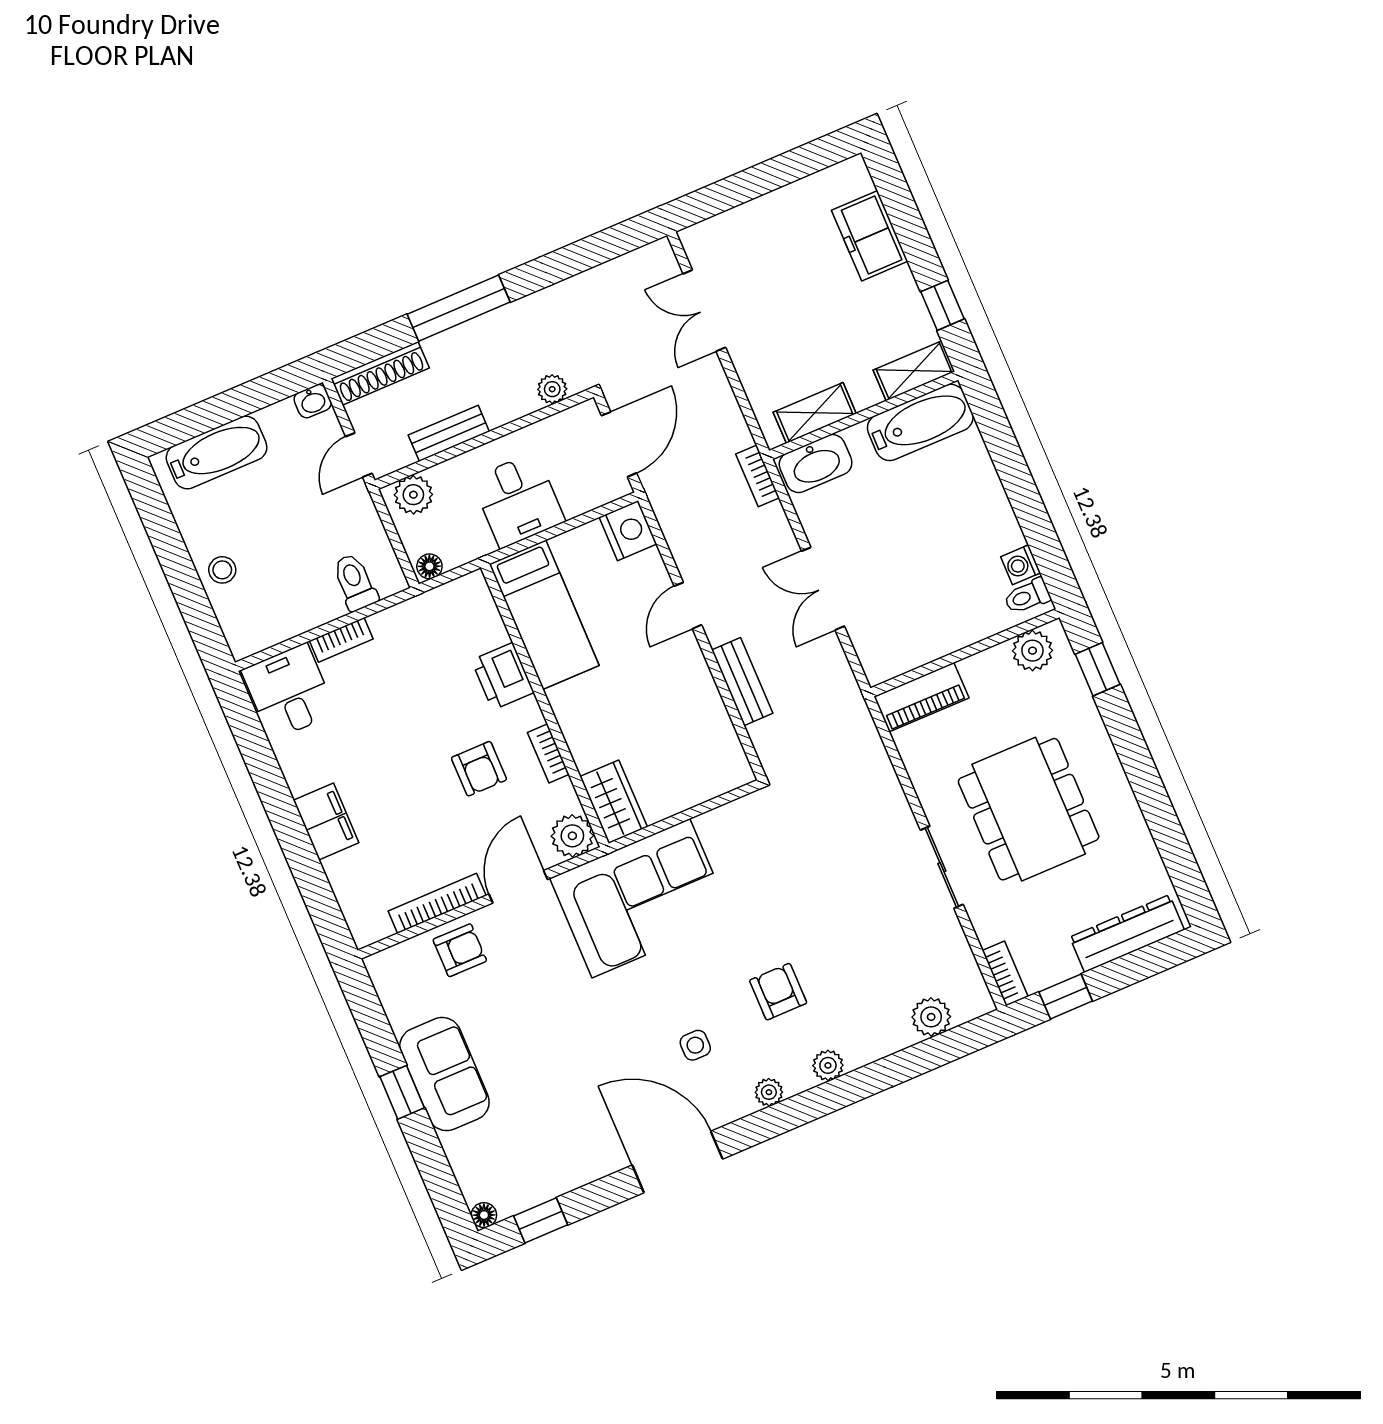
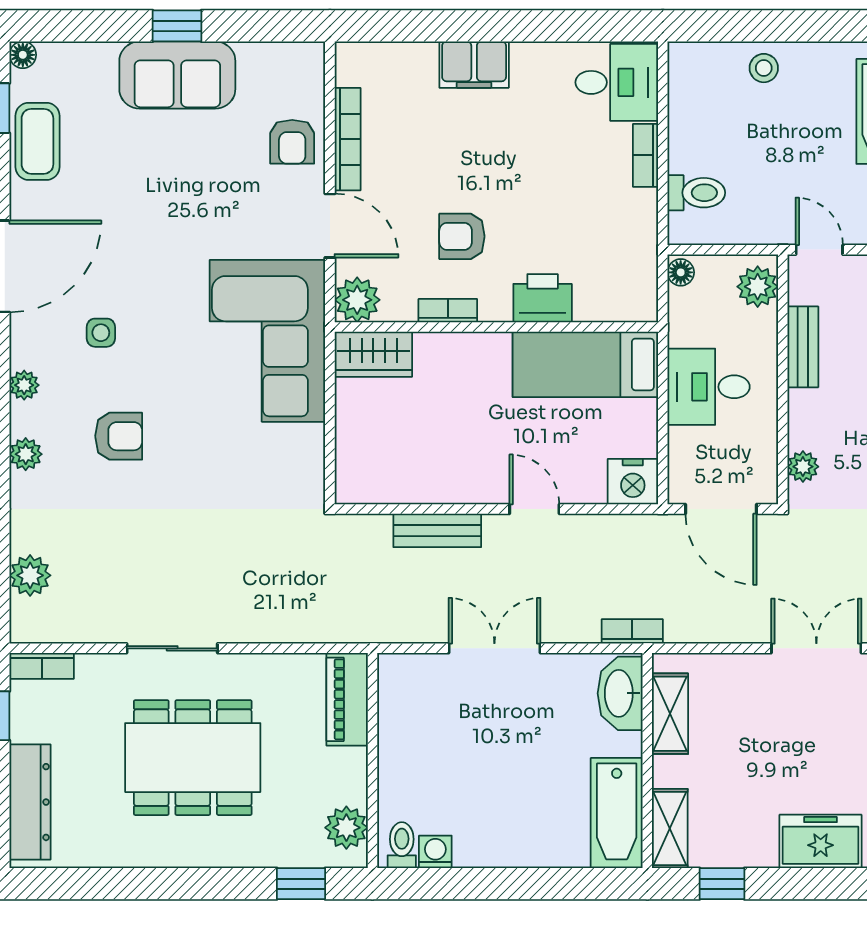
coffee table: (553, 1170) -> (37, 141), added

